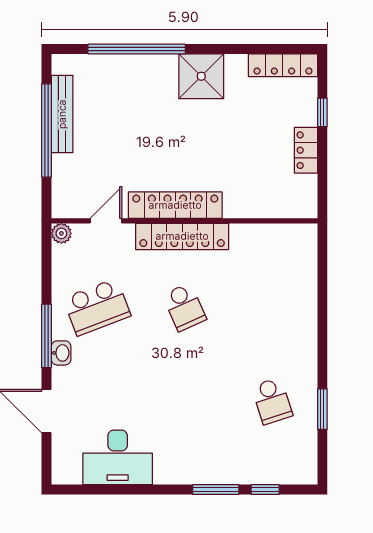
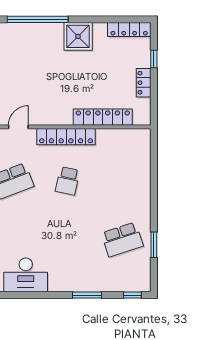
locker: (175, 205) -> (103, 117), moved
school desk: (184, 307) -> (68, 181), turned 36
school desk: (272, 401) -> (122, 240), width x1.85
window: (265, 490) -> (132, 295), moved

